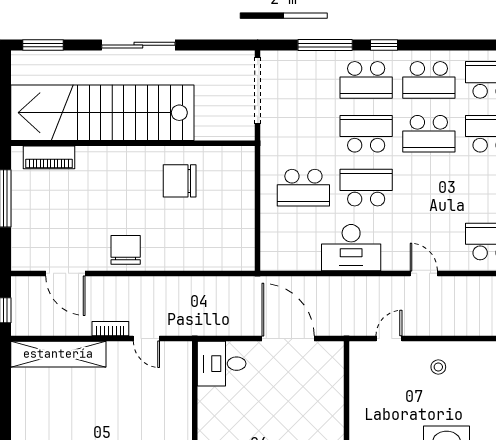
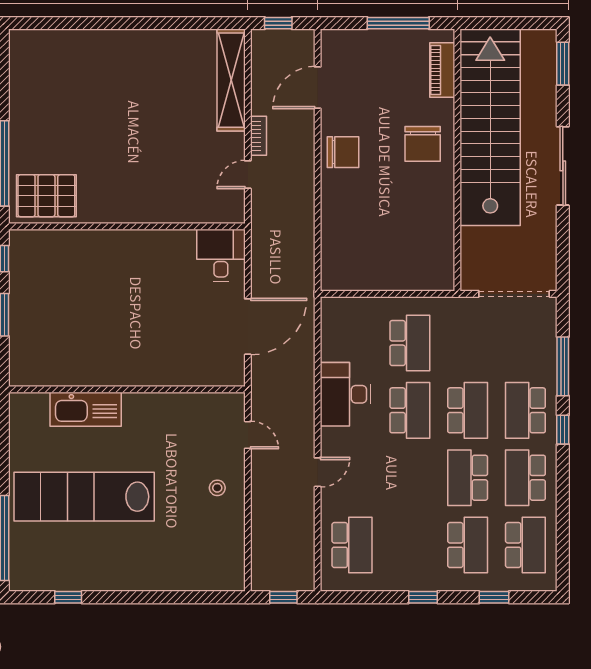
chair: (180, 181) -> (423, 144), moved, turned 180
school desk: (303, 188) -> (410, 343), turned 180

